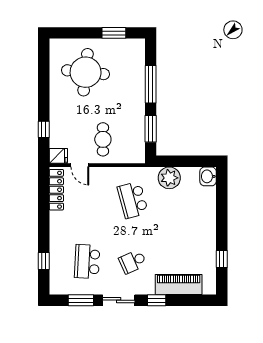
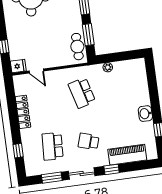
cafe table: (103, 139) -> (77, 47), moved
washbasin: (208, 176) -> (145, 114), moved
plant: (169, 178) -> (108, 67), width x0.53, depth x0.53
locker: (56, 190) -> (23, 112), moved
school desk: (133, 262) -> (89, 141), turned 42

